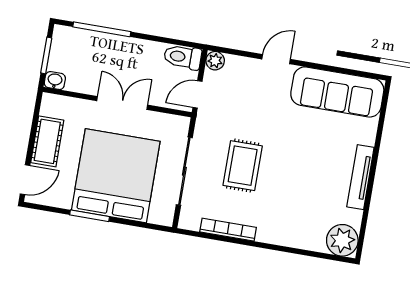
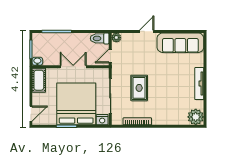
cot: (47, 141) -> (39, 80), moved
nightstand: (161, 215) -> (102, 120), added

